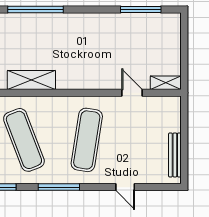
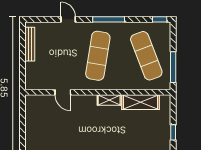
shelving: (166, 83) -> (109, 100), moved
window: (59, 187) -> (109, 19), moved

